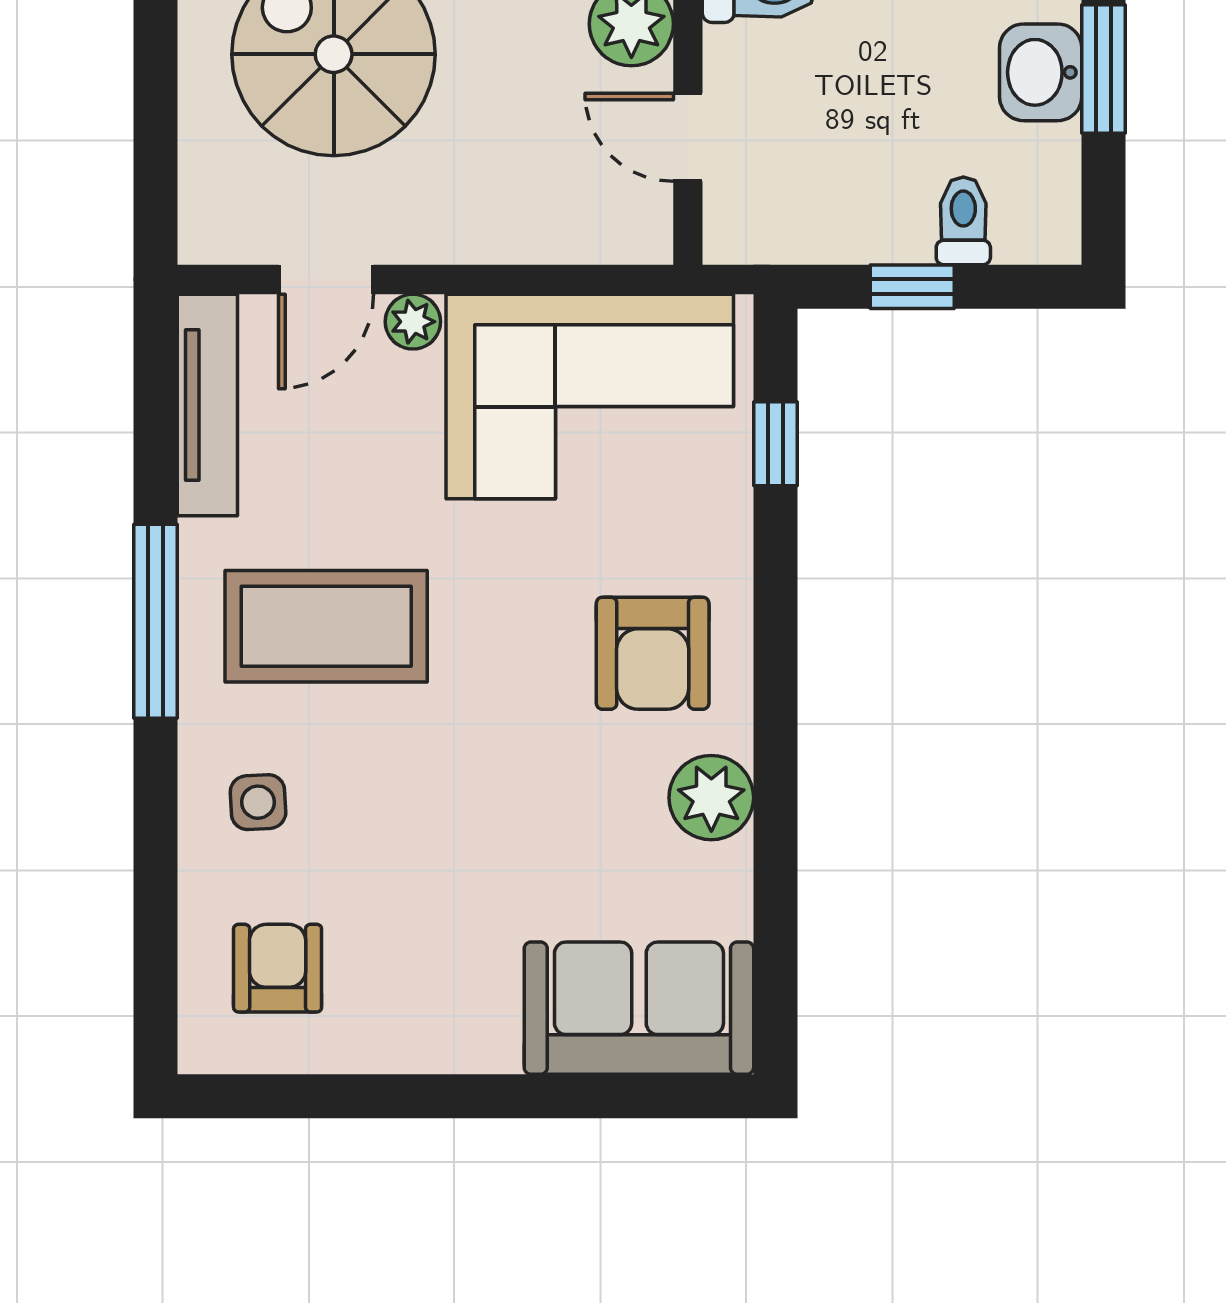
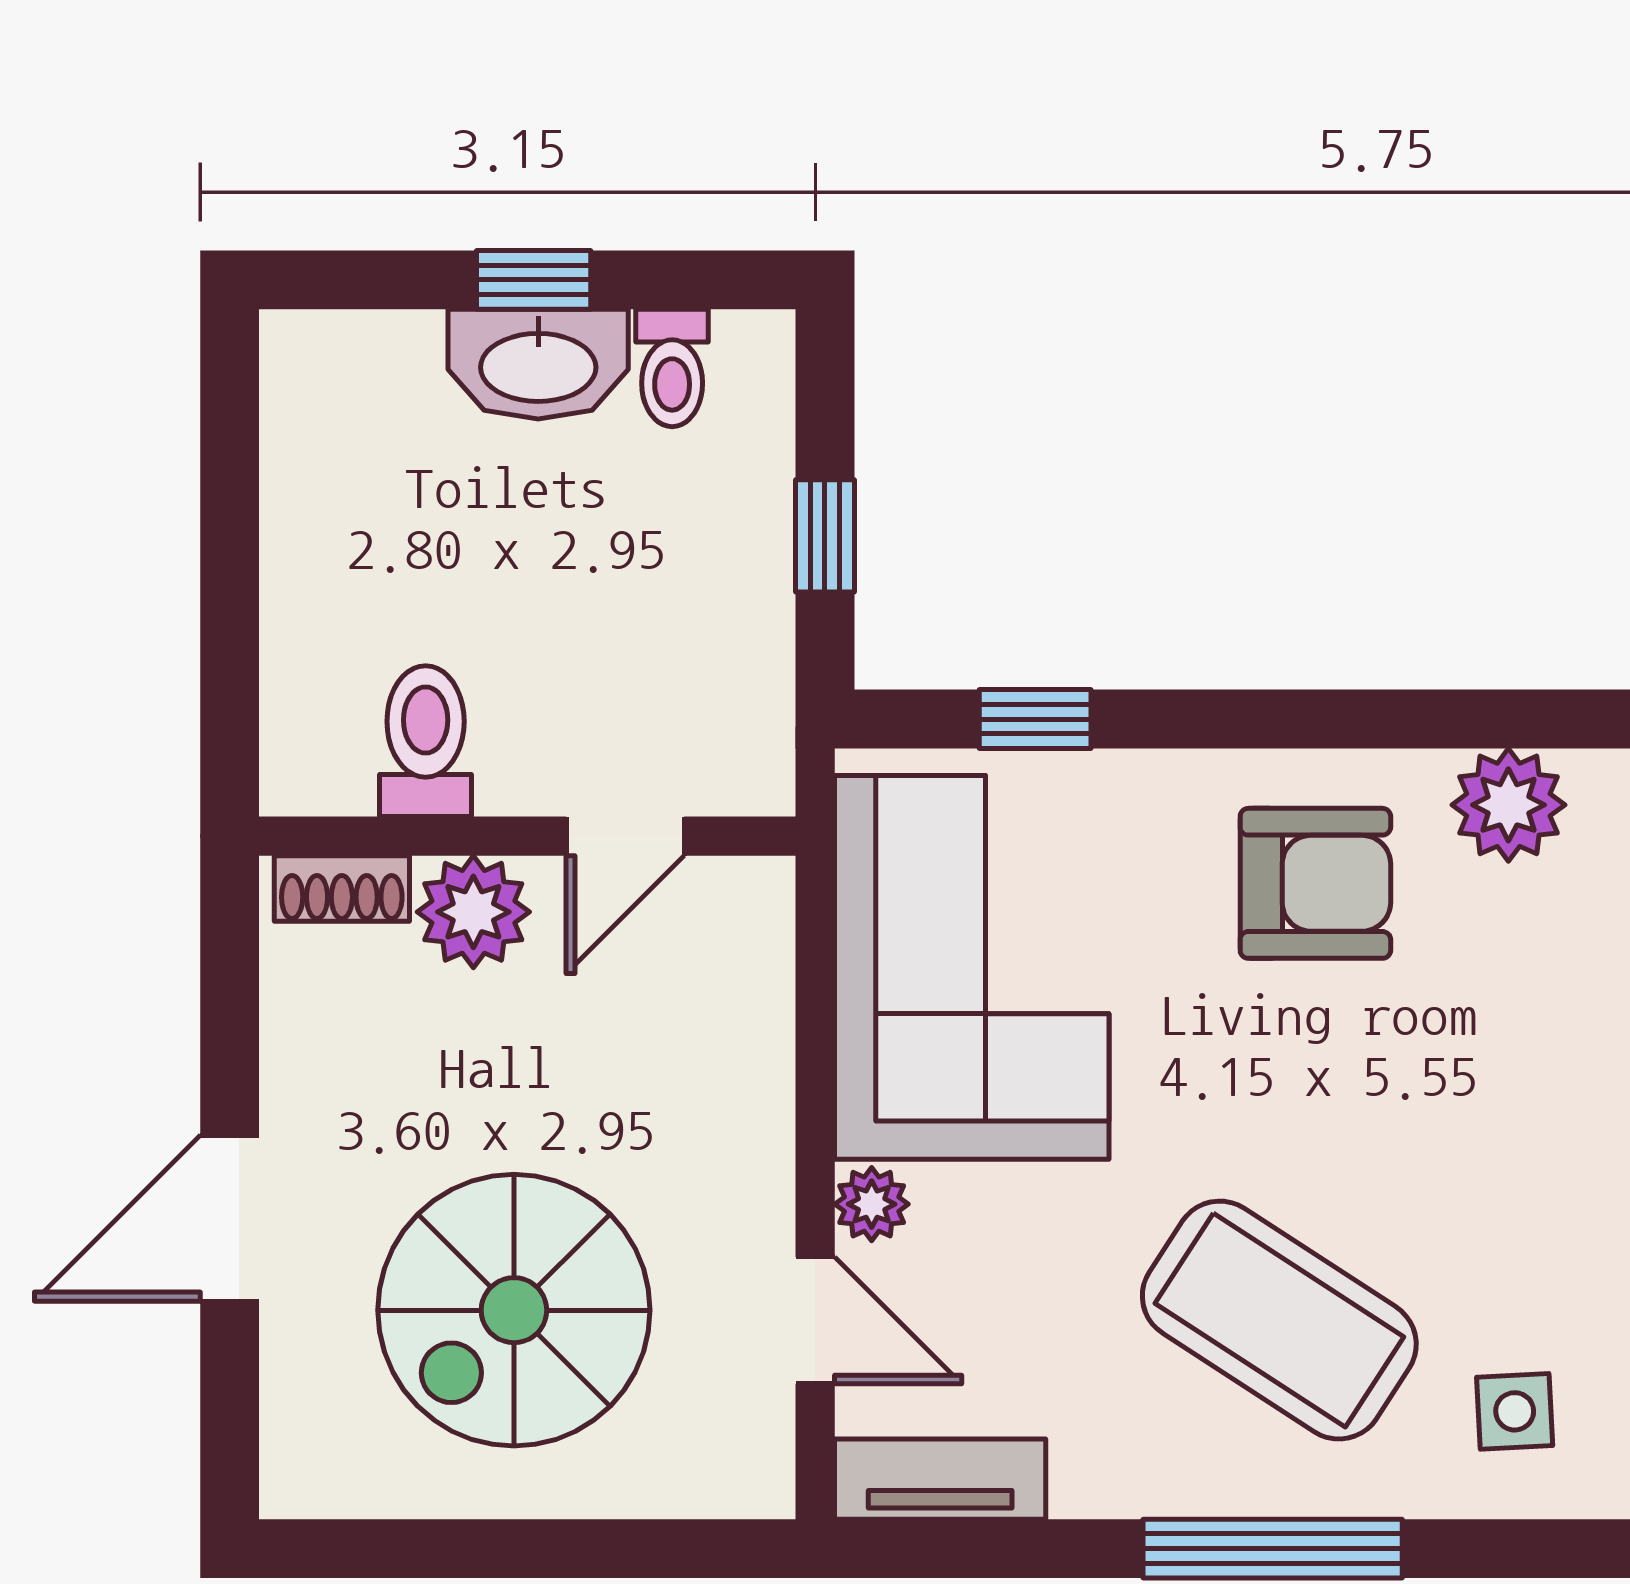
window: (1104, 69) -> (534, 280), width x0.67
washbasin: (1041, 72) -> (538, 364), width x1.38
toilet: (963, 221) -> (672, 368), moved, turned -90
tv unit: (207, 405) -> (940, 1479), width x0.71
coffee table: (326, 626) -> (1279, 1320), turned -57

